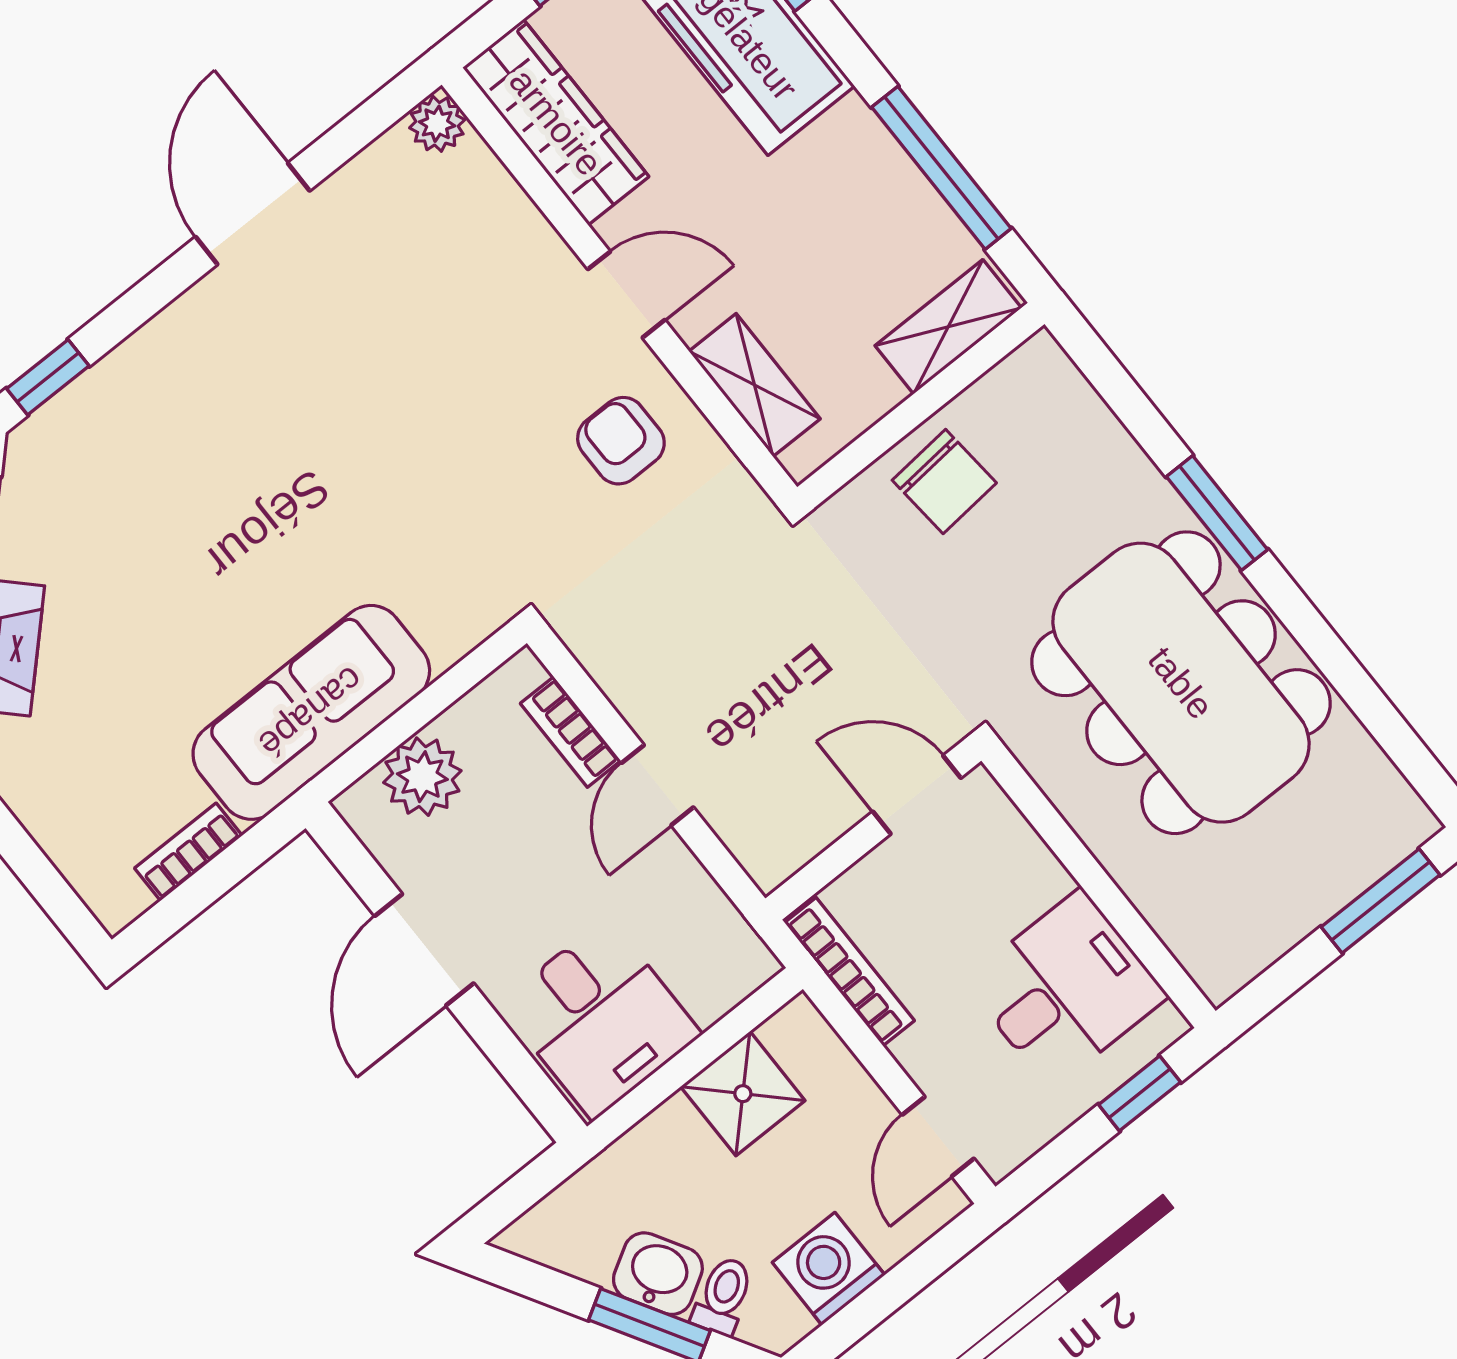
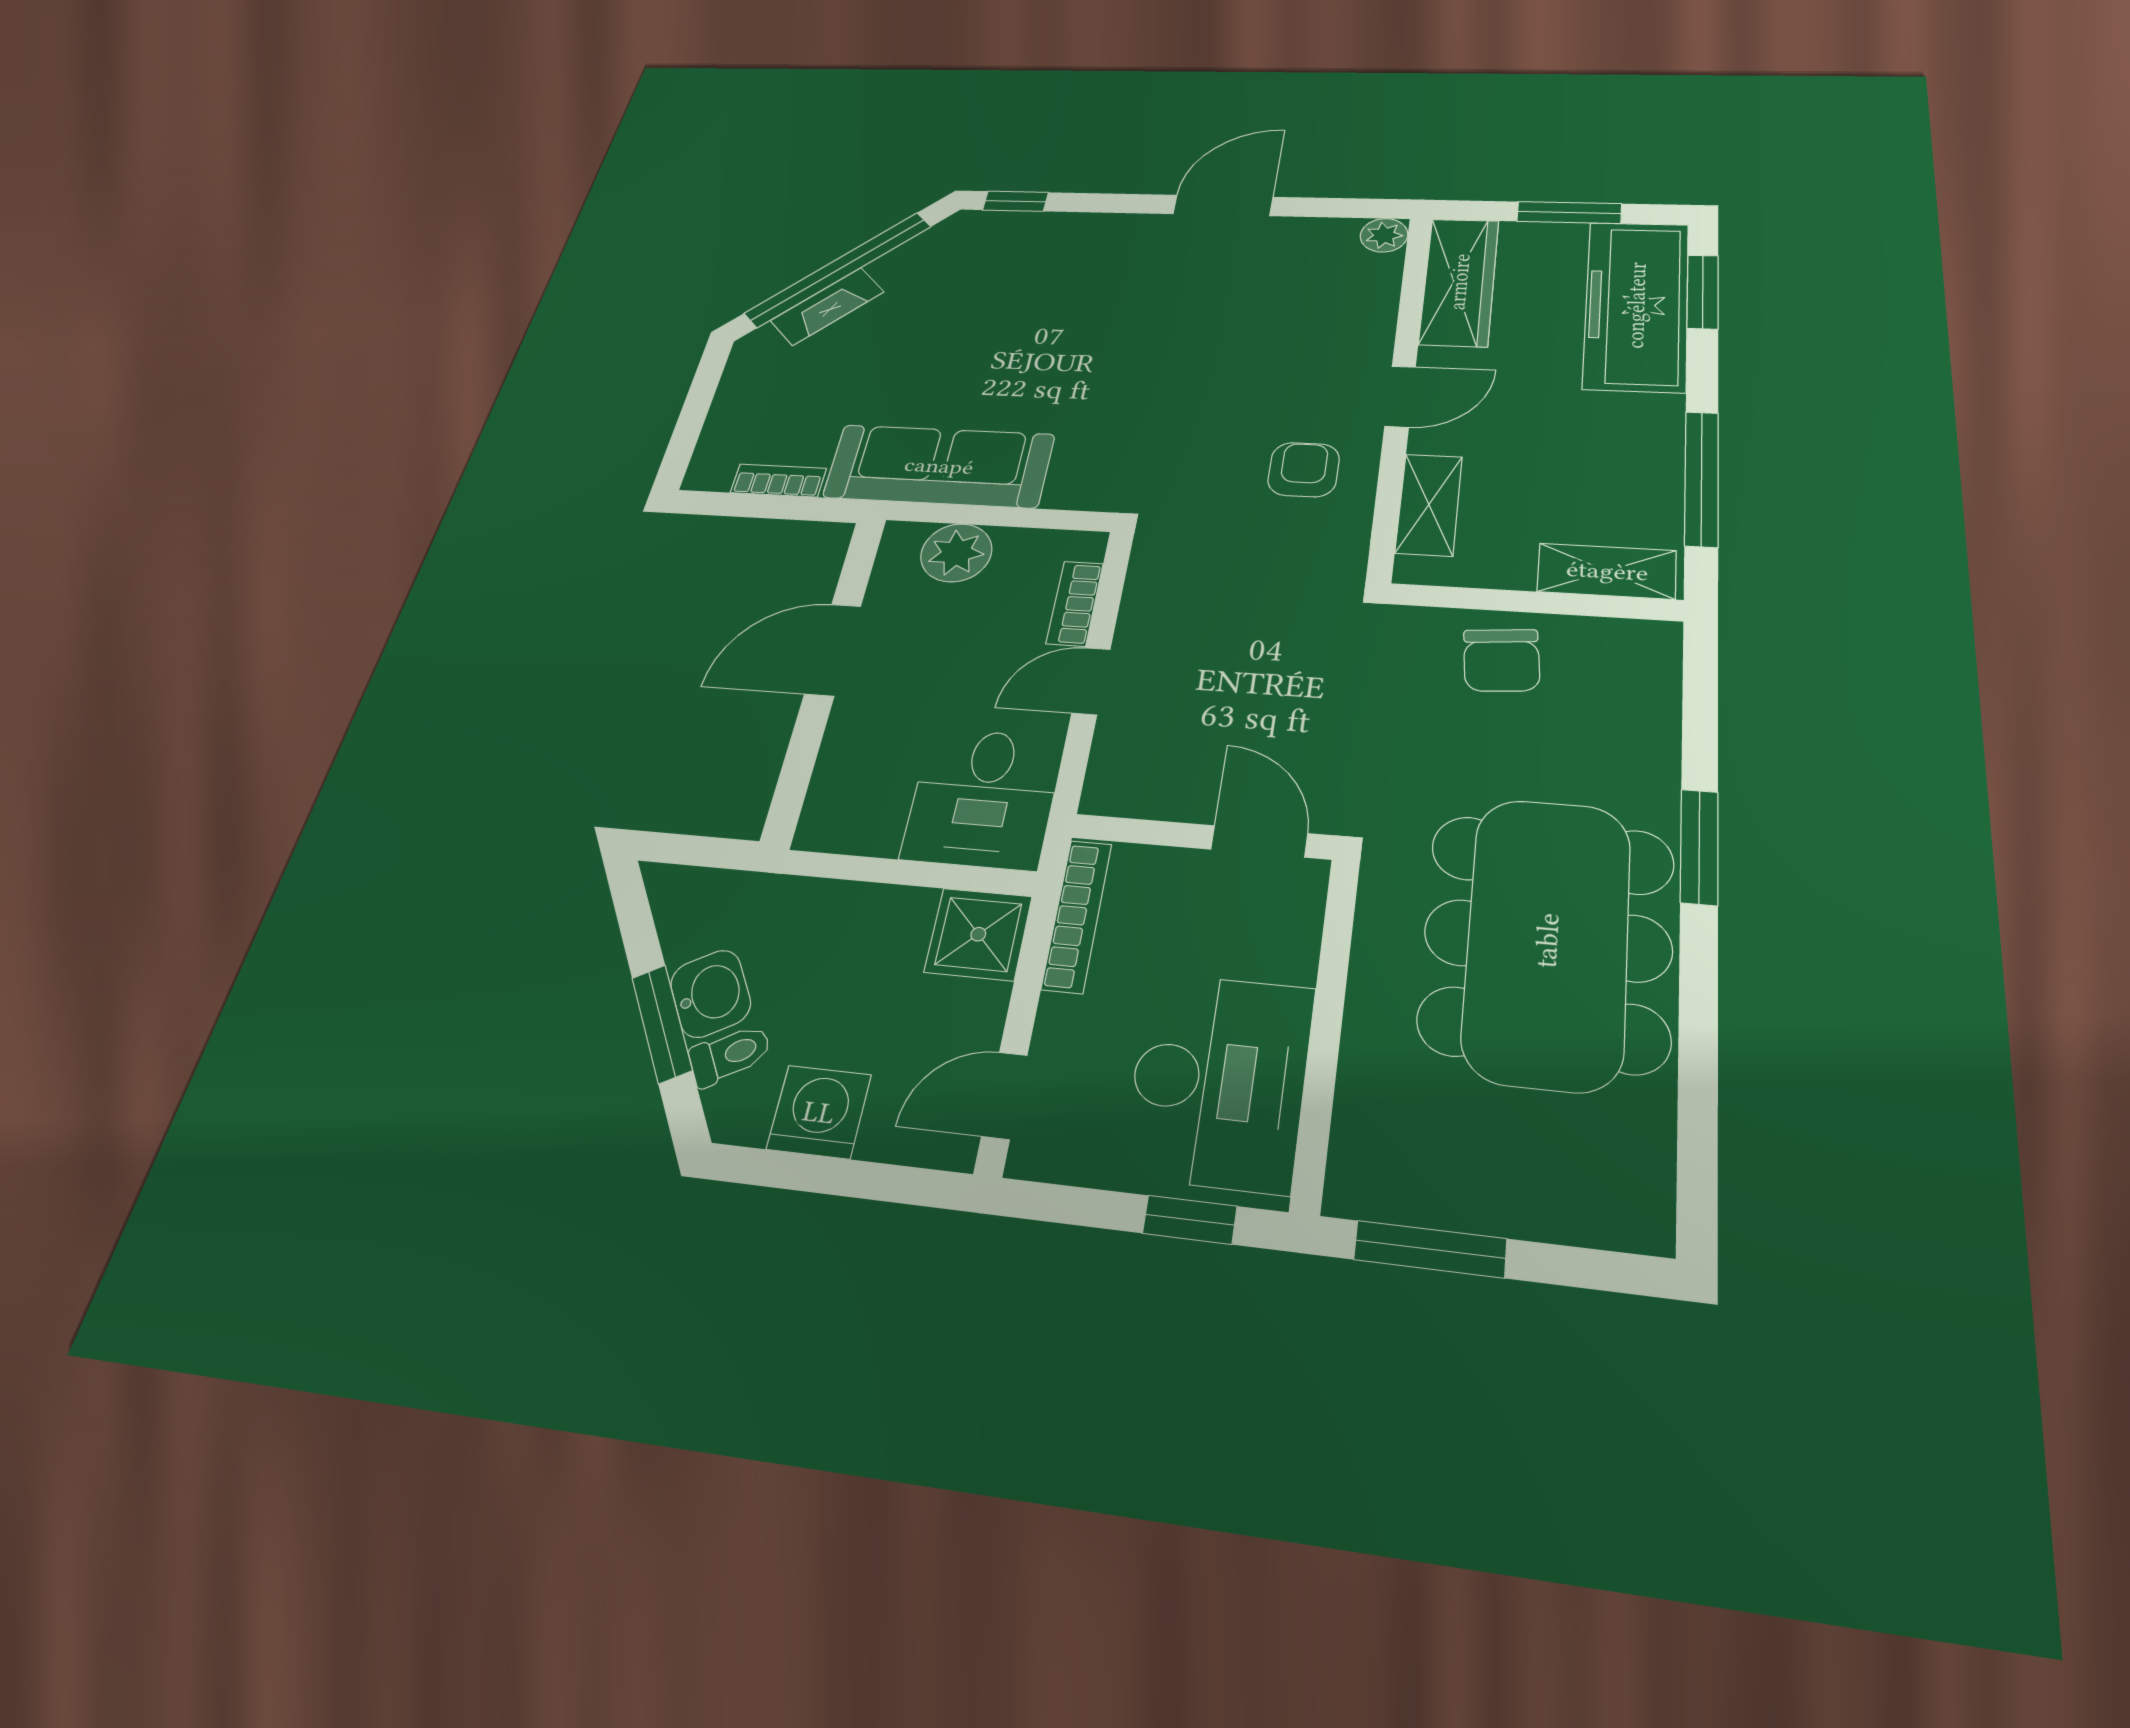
door: (626, 295) -> (1400, 397), hinge flipped
window: (1381, 901) -> (1430, 1249), moved
desk: (1066, 989) -> (1219, 1081), width x1.37
desk: (600, 1019) -> (983, 798), moved
shower: (743, 1094) -> (978, 934), moved

